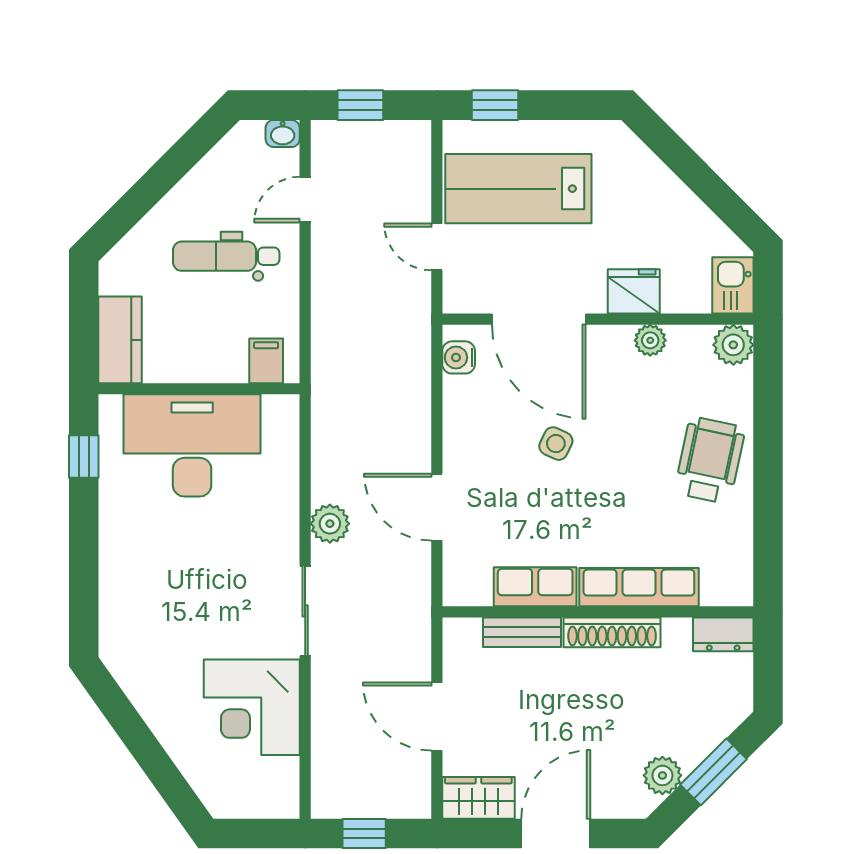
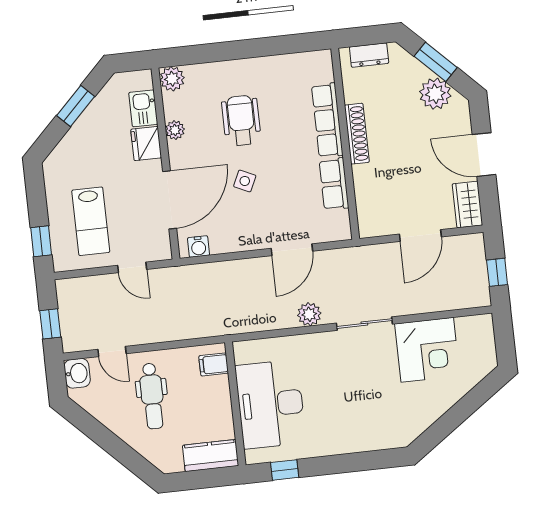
washbasin: (283, 133) -> (77, 373), width x1.38, depth x1.45
window: (706, 185) -> (76, 106), added
lab bench: (518, 189) -> (91, 221), width x0.73, depth x0.72
door: (437, 247) -> (132, 267), hinge flipped
kitchen sink: (733, 285) -> (143, 108), moved, turned 90
wheelchair: (710, 460) -> (241, 120), moved, turned 78
bench: (522, 632) -> (363, 189), removed
dresser: (723, 634) -> (369, 55), moved, turned 90
plant: (662, 775) -> (435, 94), width x1.36, depth x1.36

